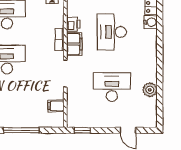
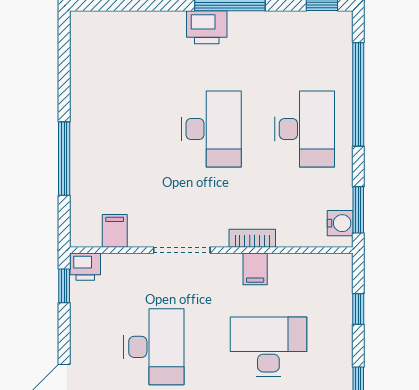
printer: (73, 24) -> (85, 267), moved
filing cabinet: (74, 44) -> (255, 269), width x0.50

